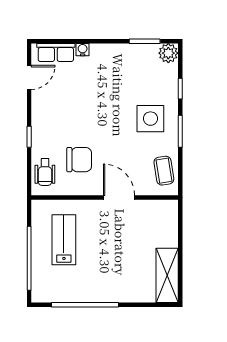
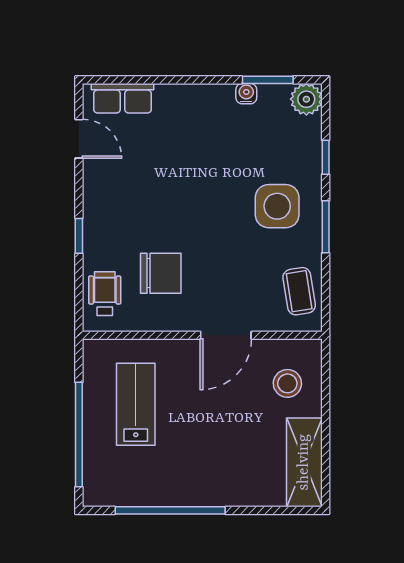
water cooler: (83, 50) -> (246, 94), moved
door: (29, 77) -> (79, 139), hinge flipped
wheelchair: (45, 172) -> (105, 294), turned 180
door: (119, 198) -> (226, 335), swing flipped
stool: (157, 227) -> (287, 383), added

